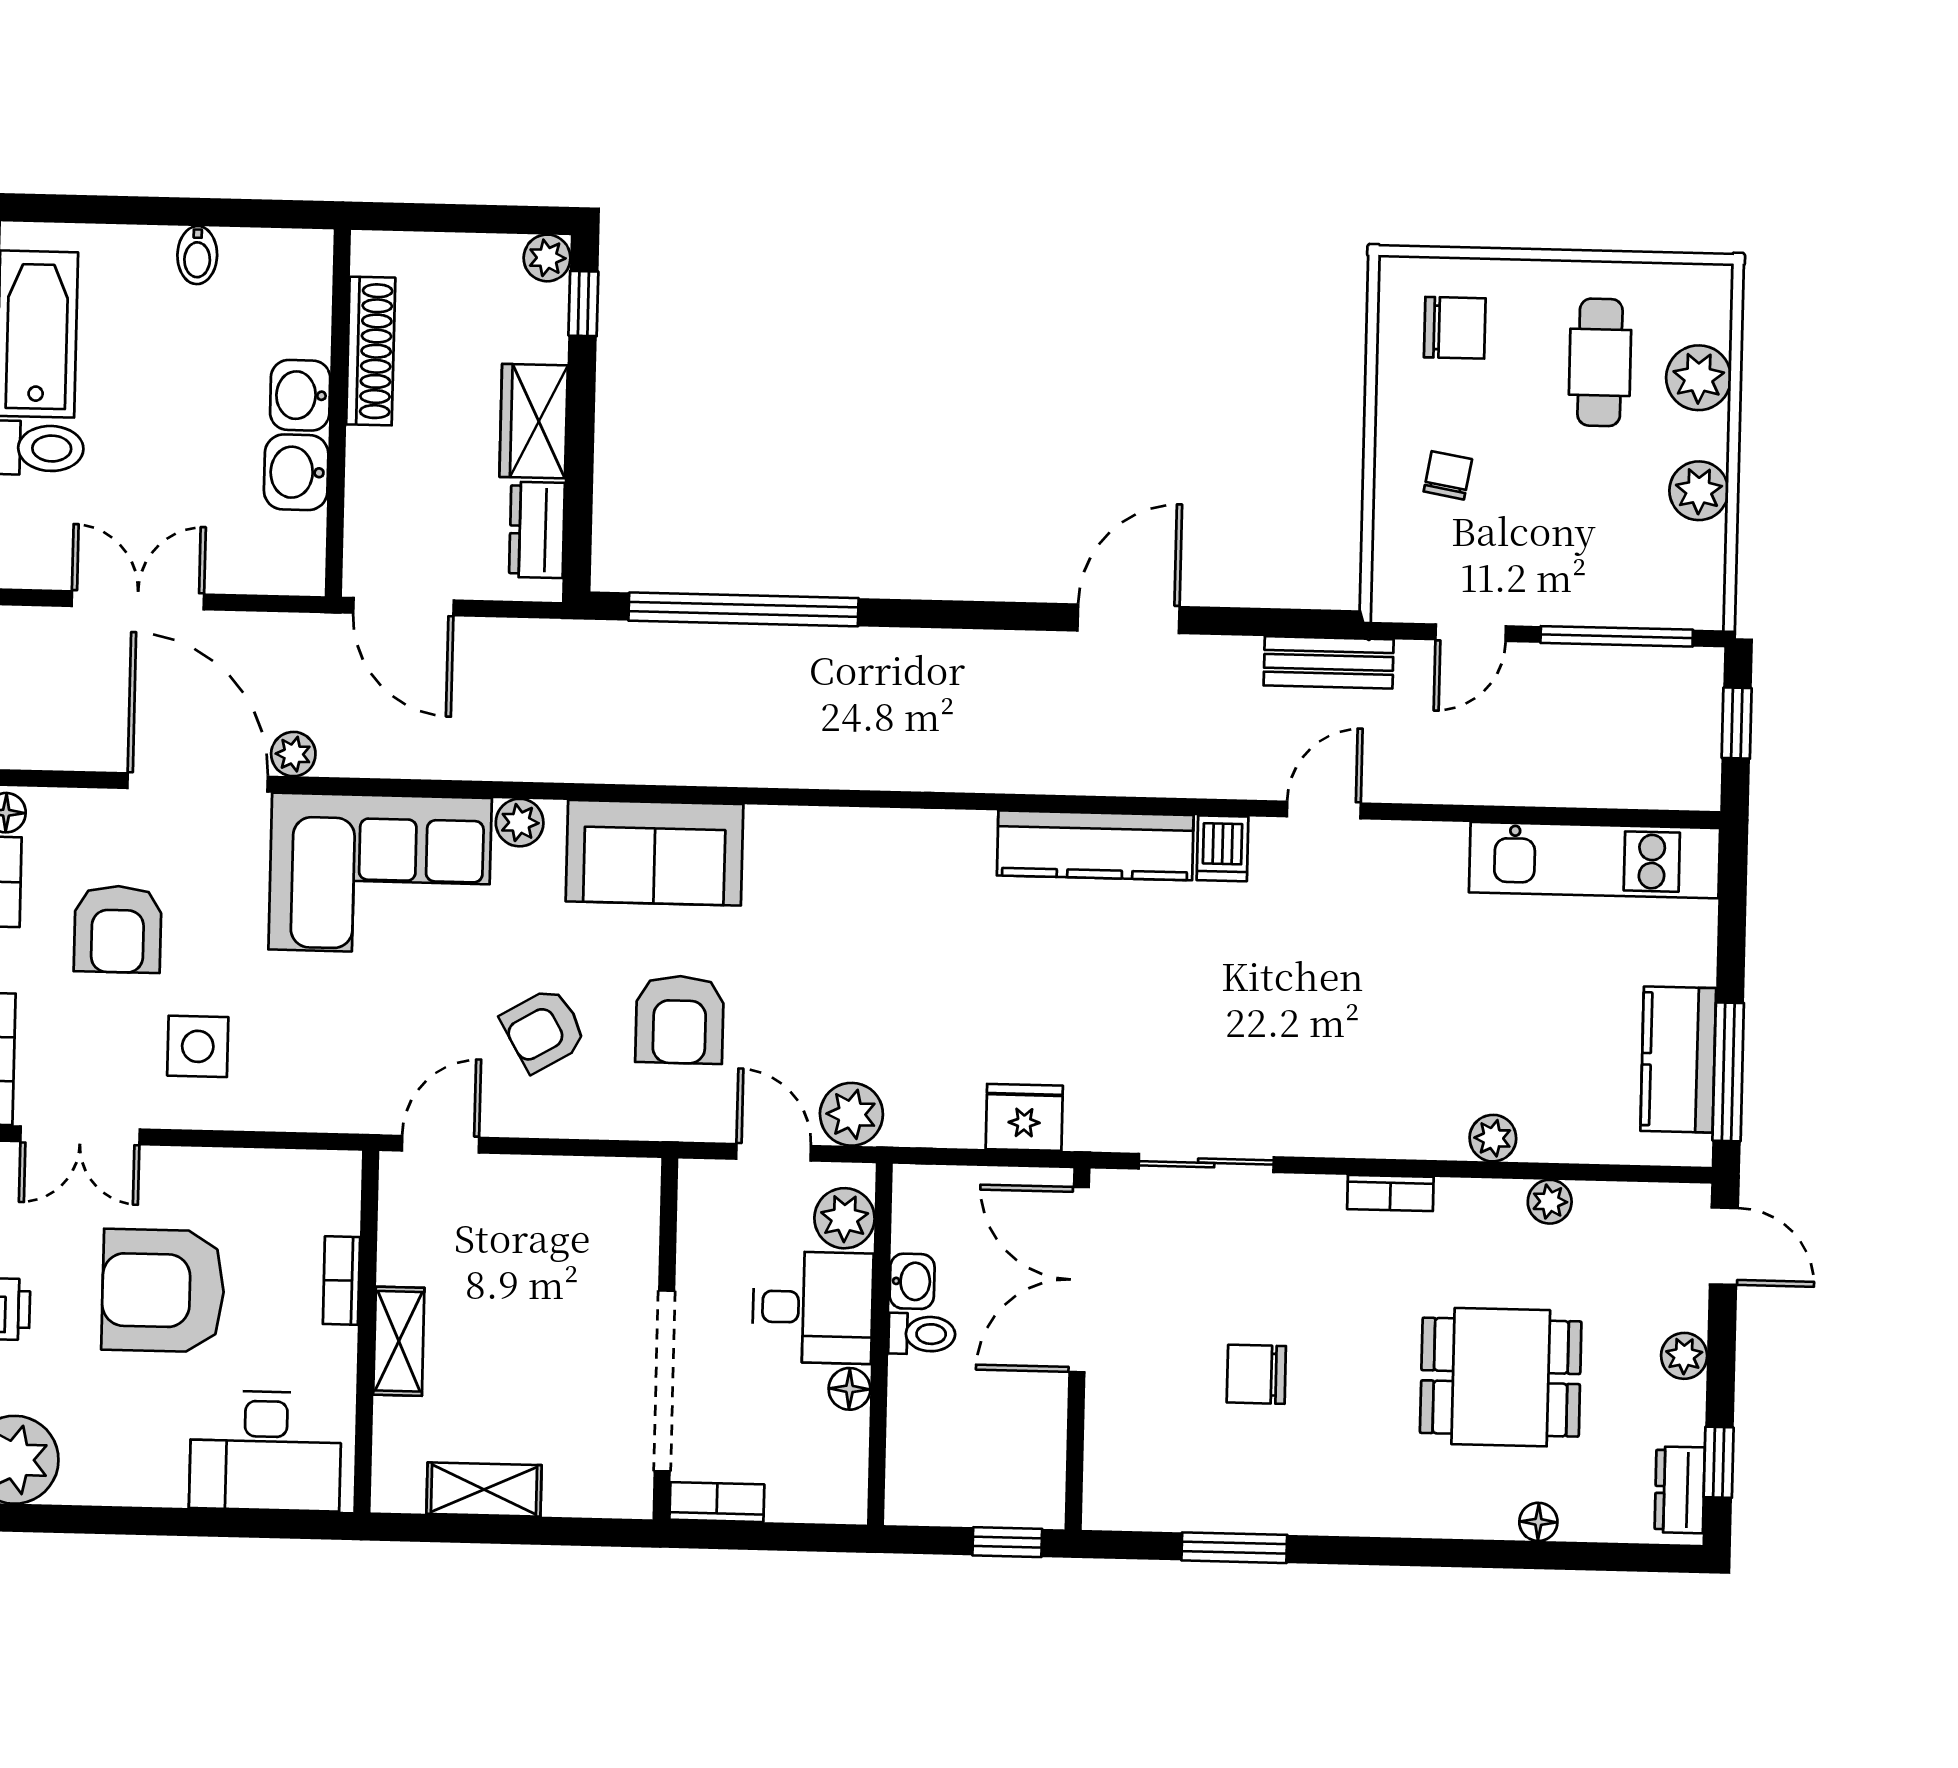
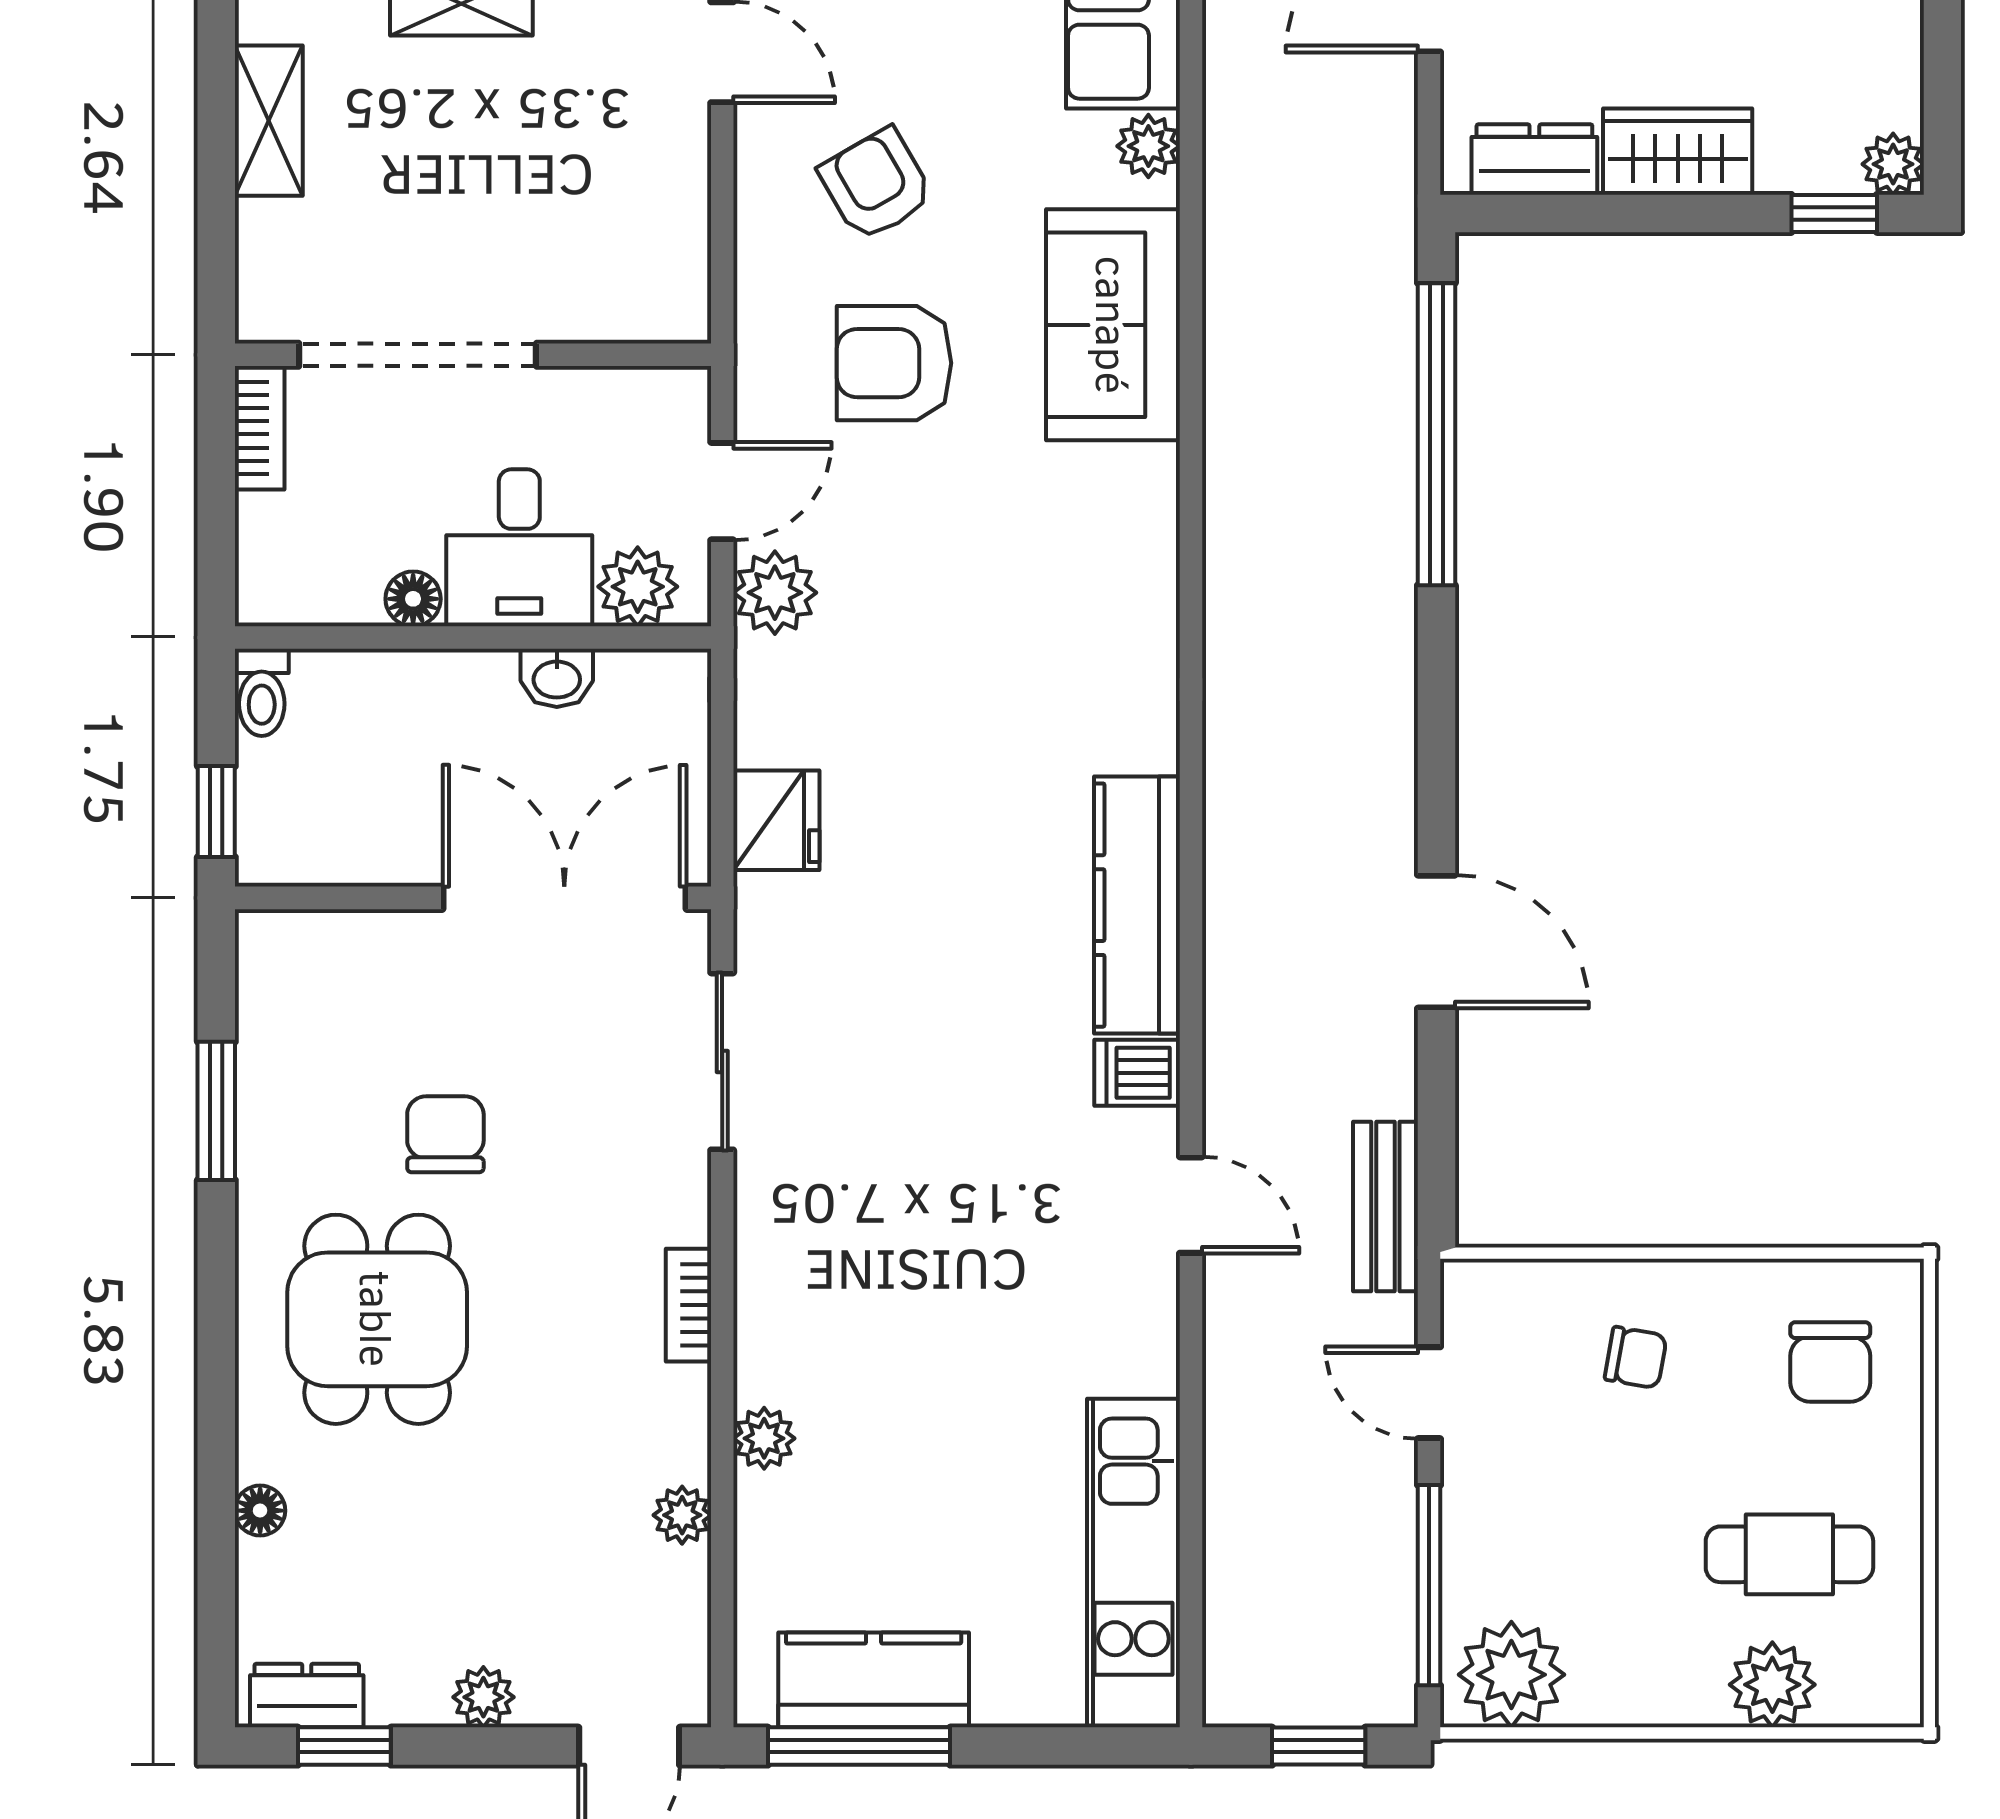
plant: (1699, 491) -> (1511, 1675), moved, width x1.36, depth x1.36
toilet: (922, 1334) -> (262, 692), moved
dining table: (1501, 1377) -> (377, 1319), moved

